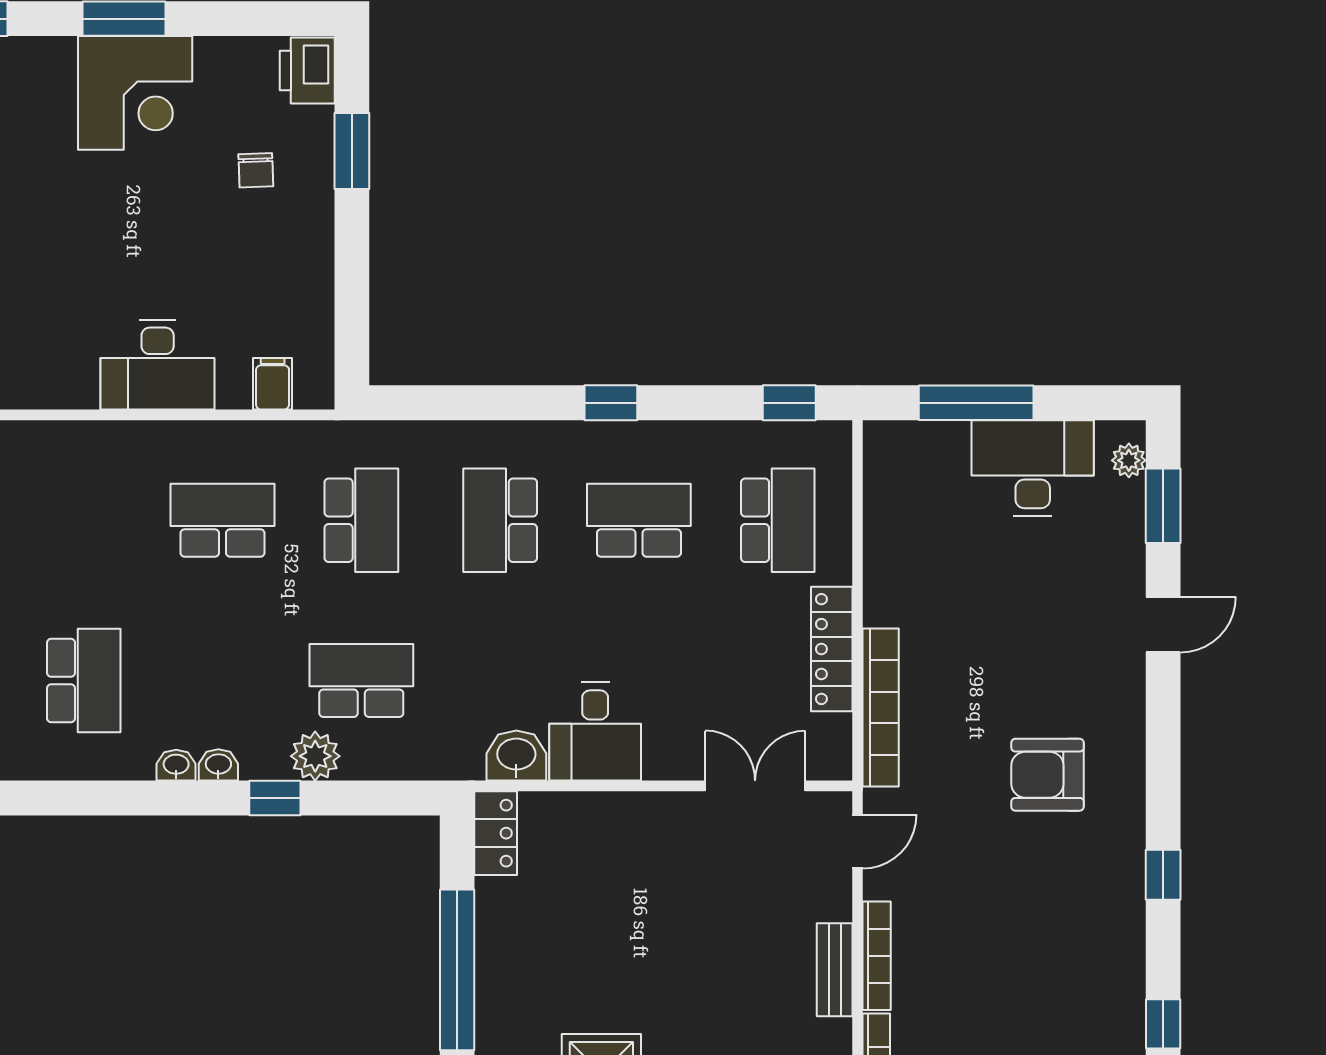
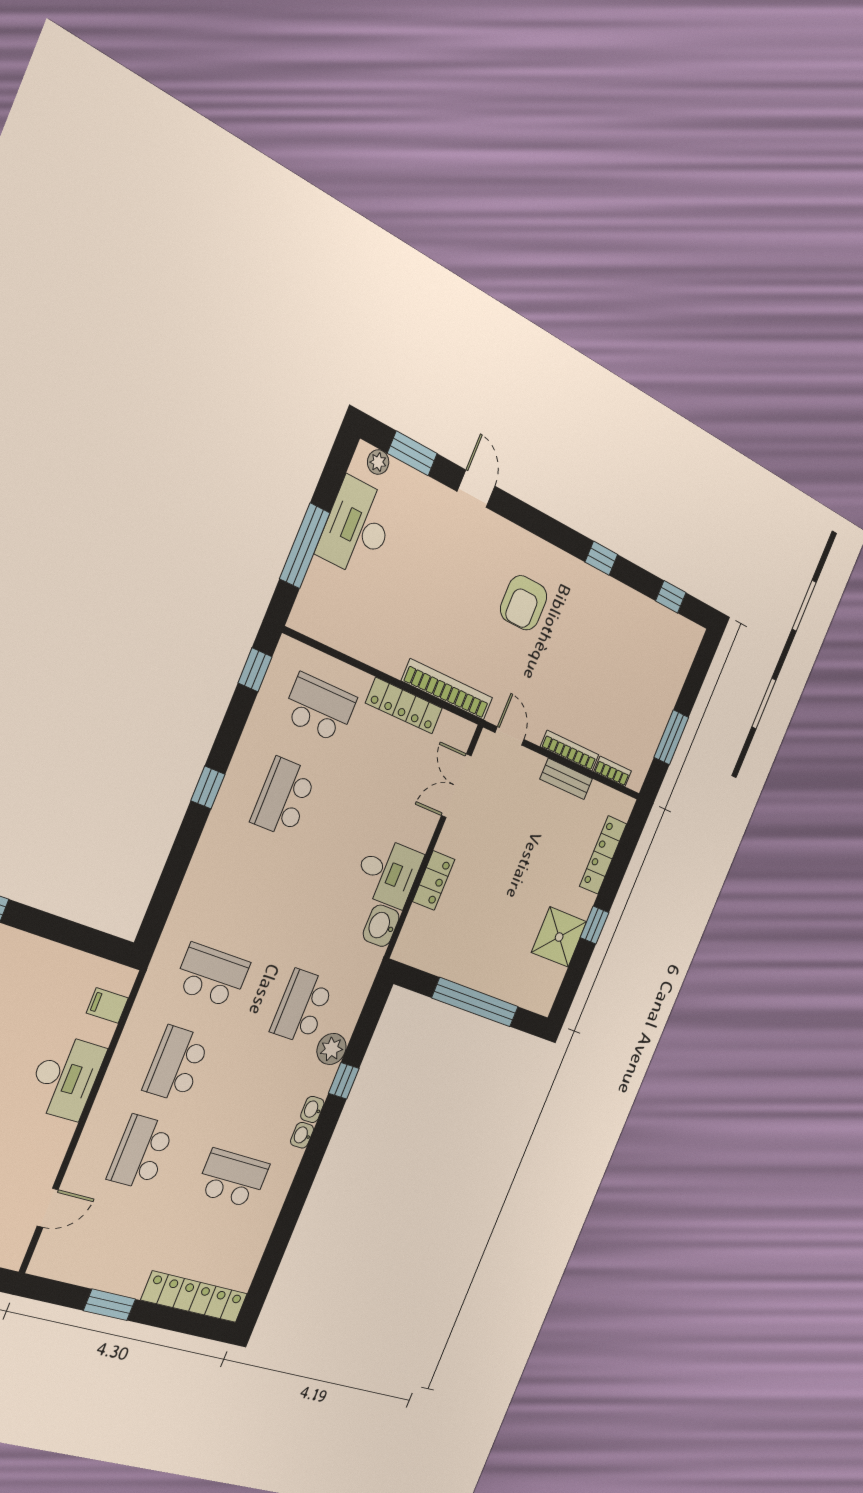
school desk: (500, 520) -> (141, 1152), moved, turned 90
locker: (496, 833) -> (434, 880), moved, turned 90

